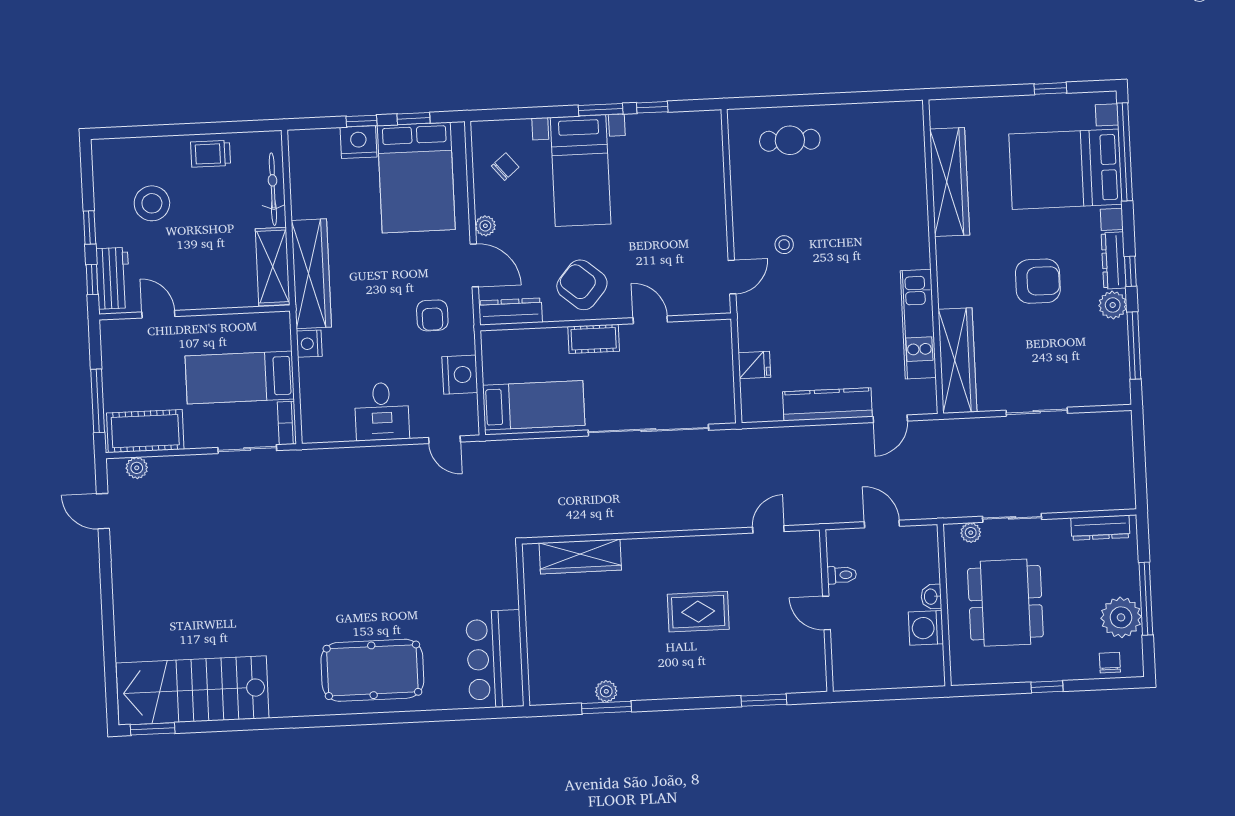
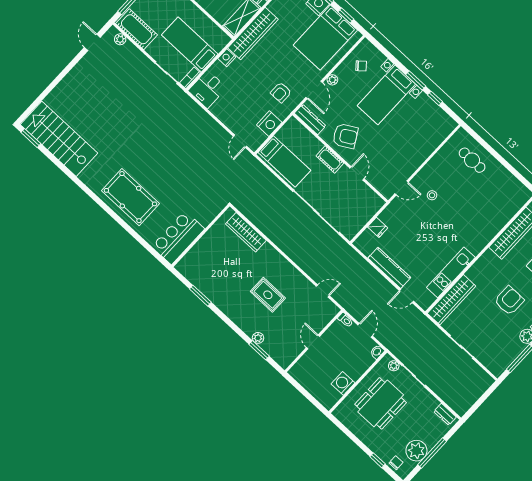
armchair: (1038, 281) -> (509, 301), turned -90
armchair: (582, 285) -> (345, 136), turned 110
desk: (382, 411) -> (207, 89), moved
dresser: (1100, 528) -> (445, 414), width x0.70
toilet: (842, 575) -> (345, 320), moved
washbasin: (931, 597) -> (377, 352), moved
window: (1047, 687) -> (378, 460), moved
plant: (606, 691) -> (258, 338), moved

